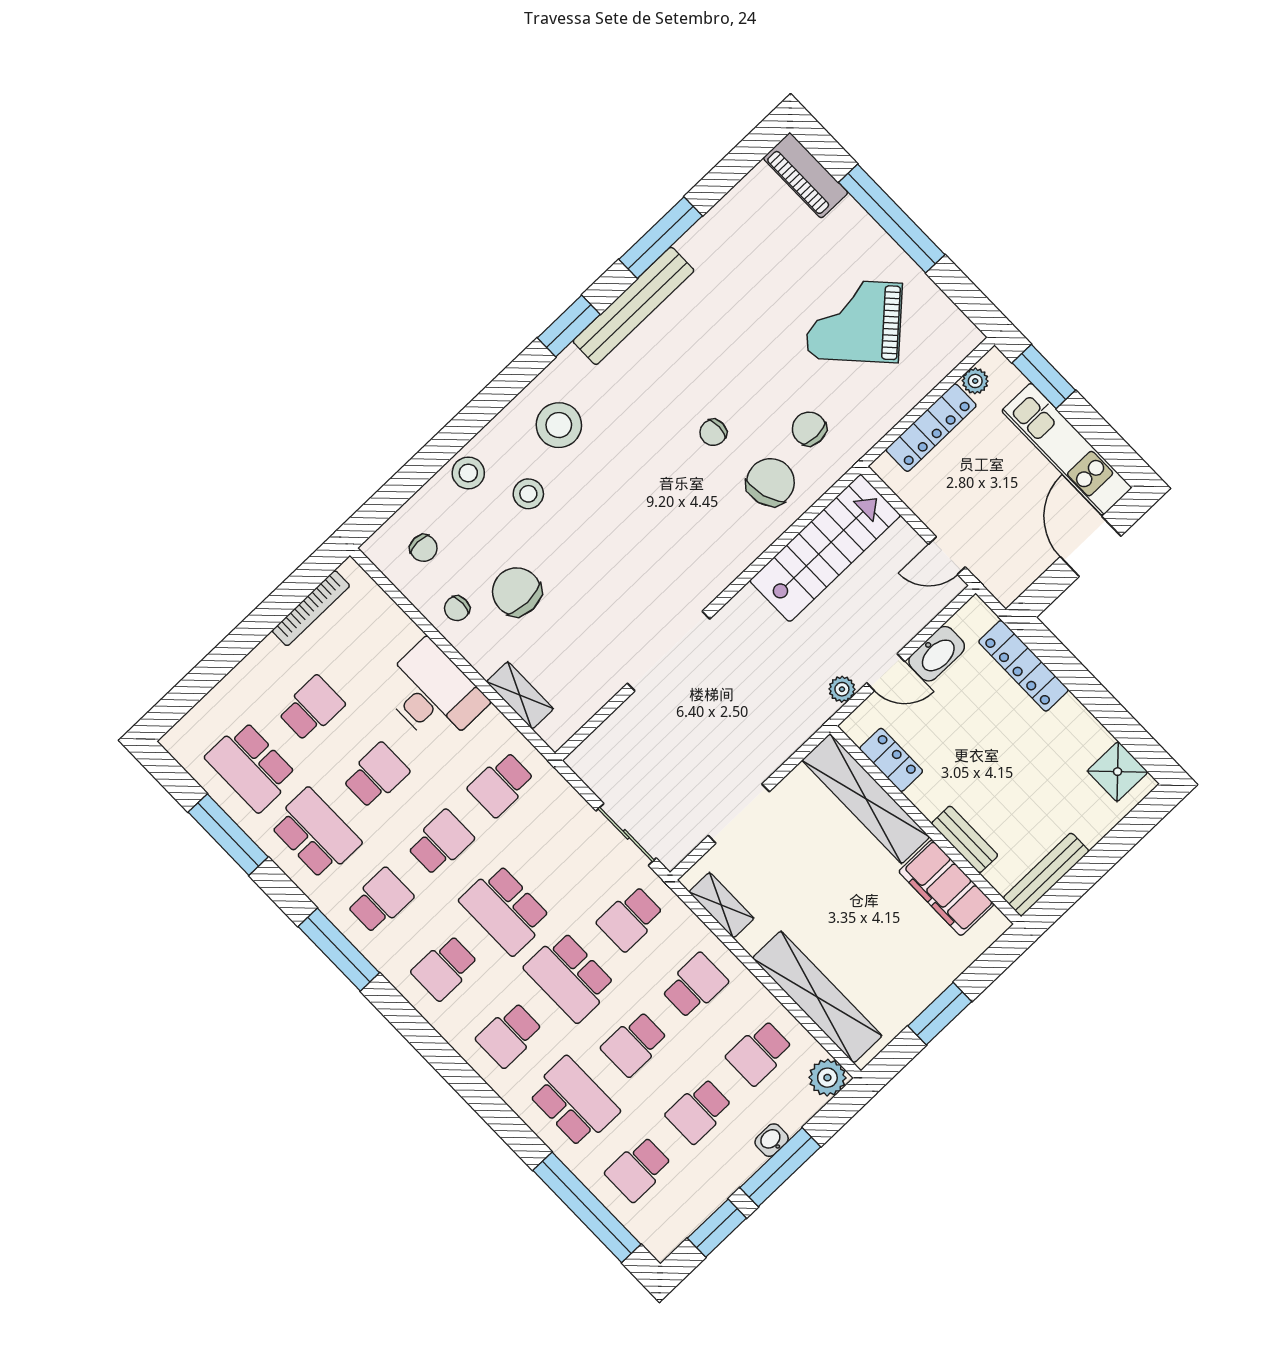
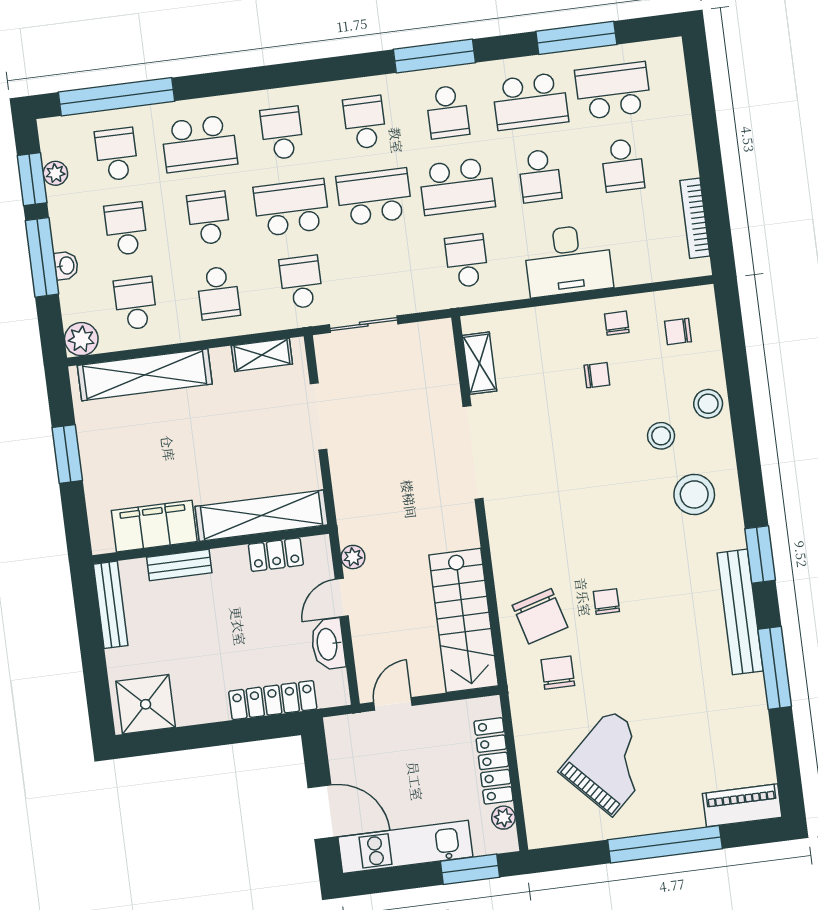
chair: (809, 429) -> (558, 673), turned -90
chair: (517, 592) -> (597, 375), width x0.54, depth x0.54
shelving: (520, 695) -> (480, 363), moved, turned 90
shower: (1118, 772) -> (146, 704), width x1.36, depth x1.36
school desk: (441, 843) -> (457, 186), width x1.85
plant: (696, 1211) -> (55, 173), added

